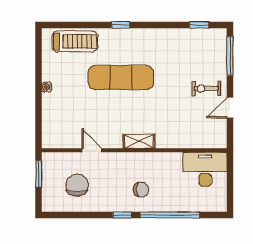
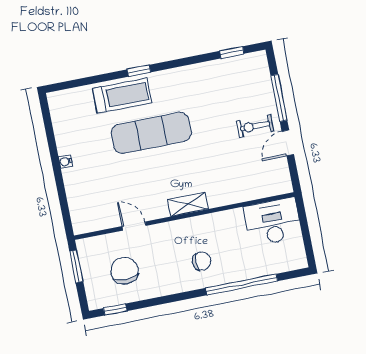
treadmill: (75, 41) -> (122, 96), moved
window: (230, 56) -> (279, 98), moved
window: (122, 215) -> (115, 310), moved

